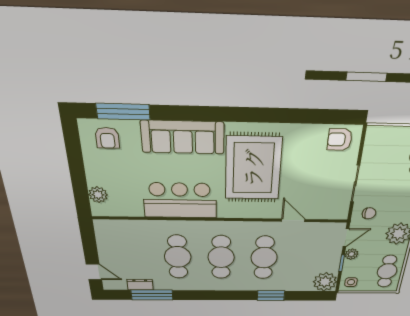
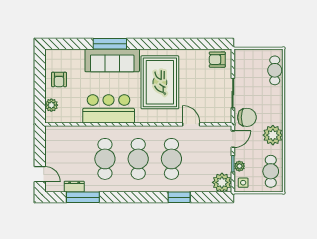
window: (123, 112) -> (110, 44), moved
armchair: (107, 138) -> (59, 79), moved
chair: (369, 213) -> (247, 117), width x1.87, depth x1.87
plant: (351, 254) -> (239, 166), moved

